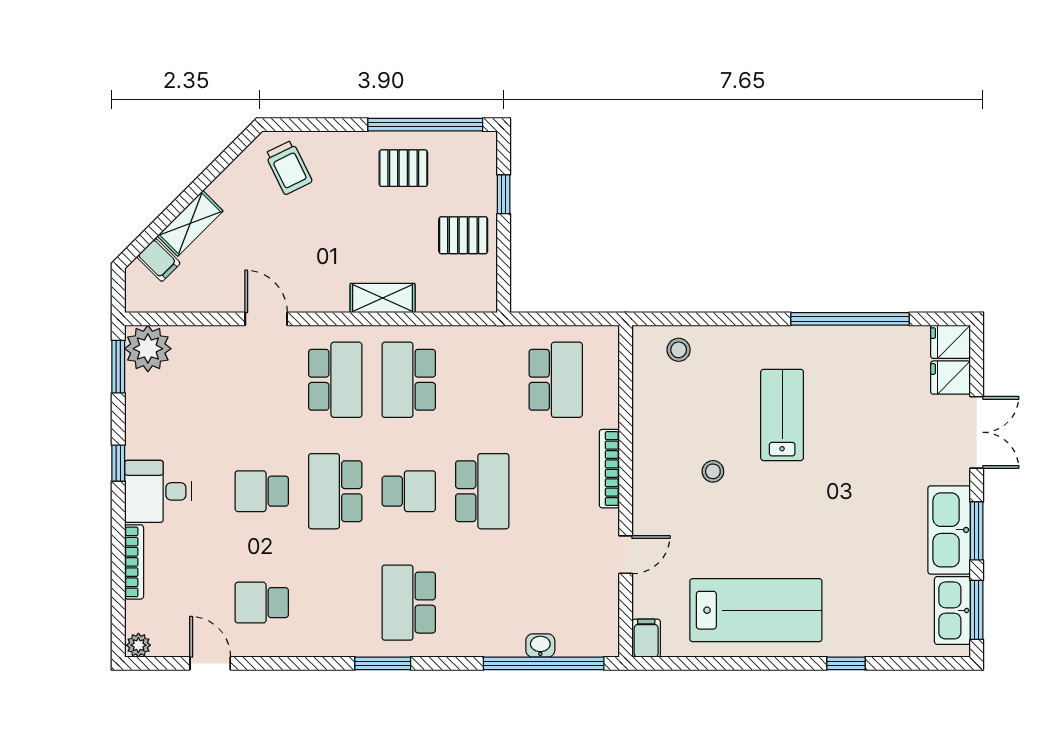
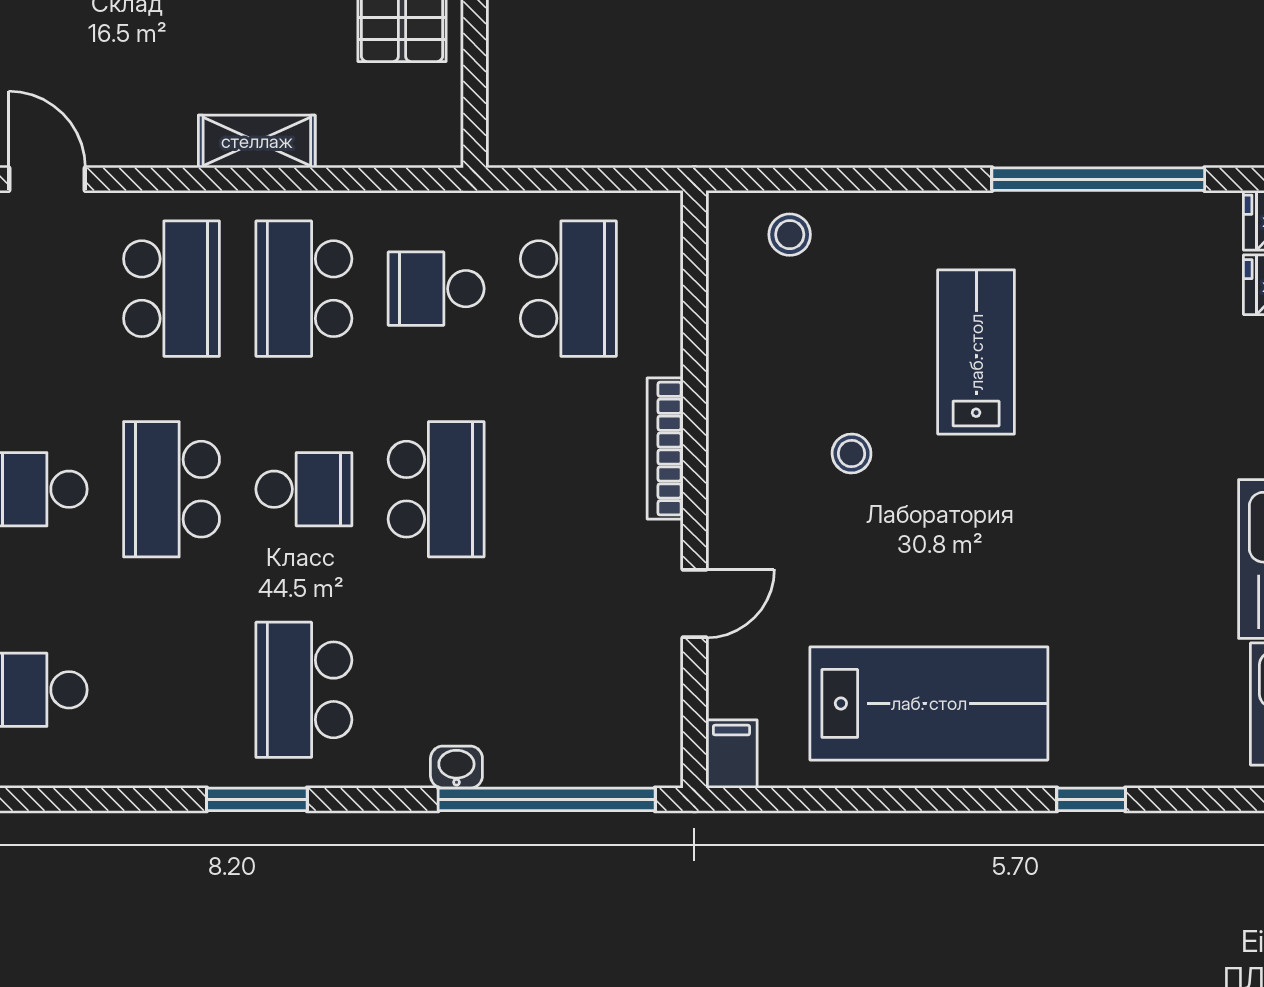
school desk: (482, 380) -> (436, 289), added
washbasin: (540, 646) -> (456, 767), moved

